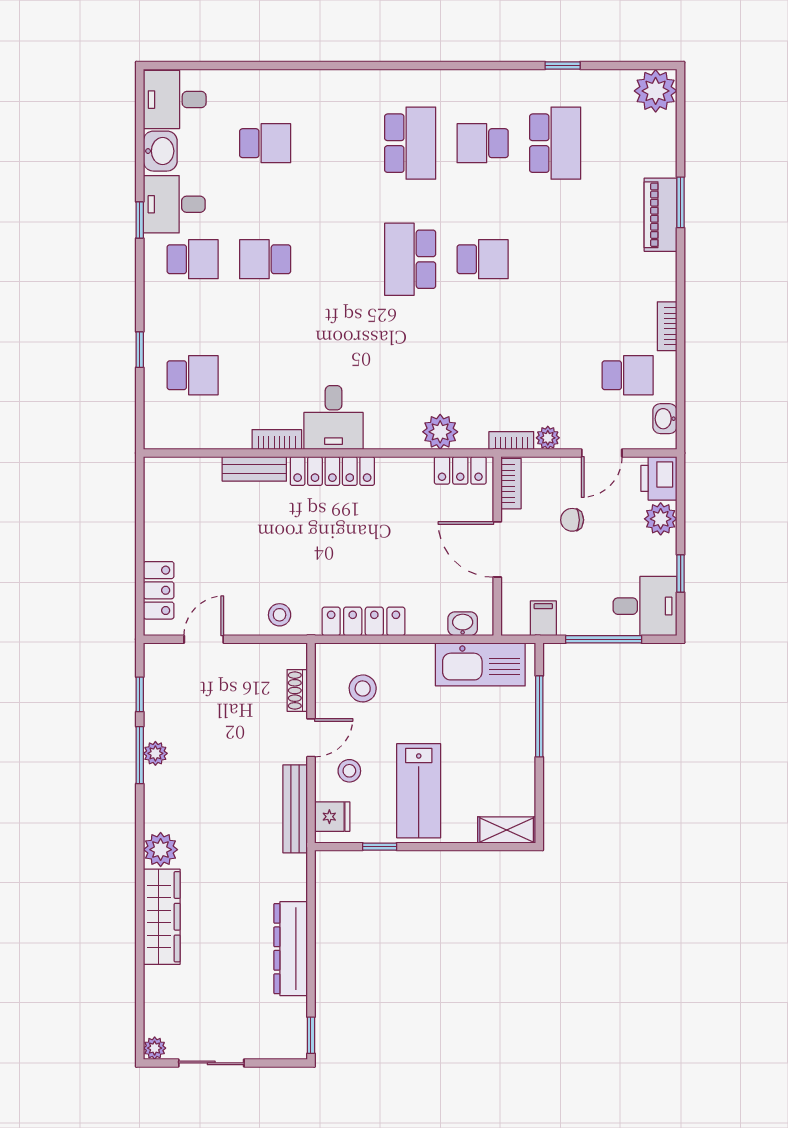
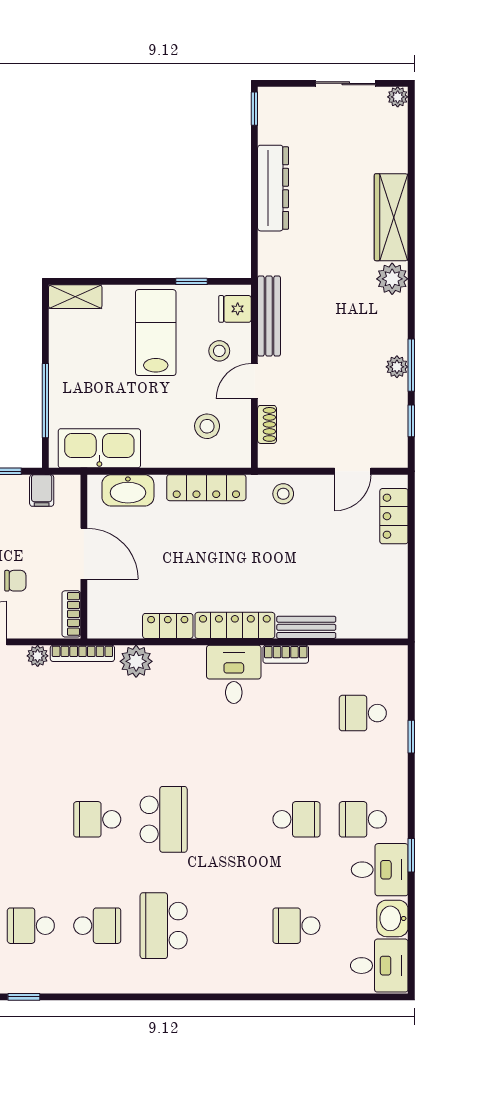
school desk: (555, 143) -> (31, 926), width x0.54
bookcase: (511, 440) -> (82, 653), width x1.56
locker: (460, 470) -> (168, 626), moved
washbasin: (463, 624) -> (128, 490), width x1.91, depth x1.45

